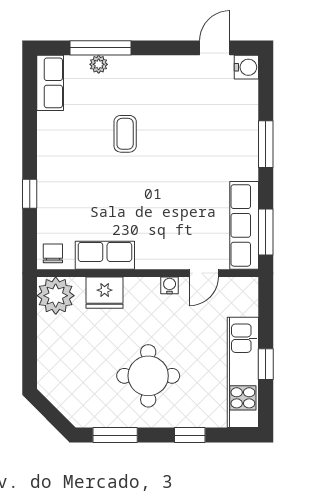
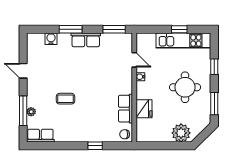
door: (215, 48) -> (23, 71), moved
water cooler: (246, 67) -> (51, 39), moved
row of seats: (244, 225) -> (86, 40), moved, width x0.68
plant: (56, 296) -> (181, 133), moved

